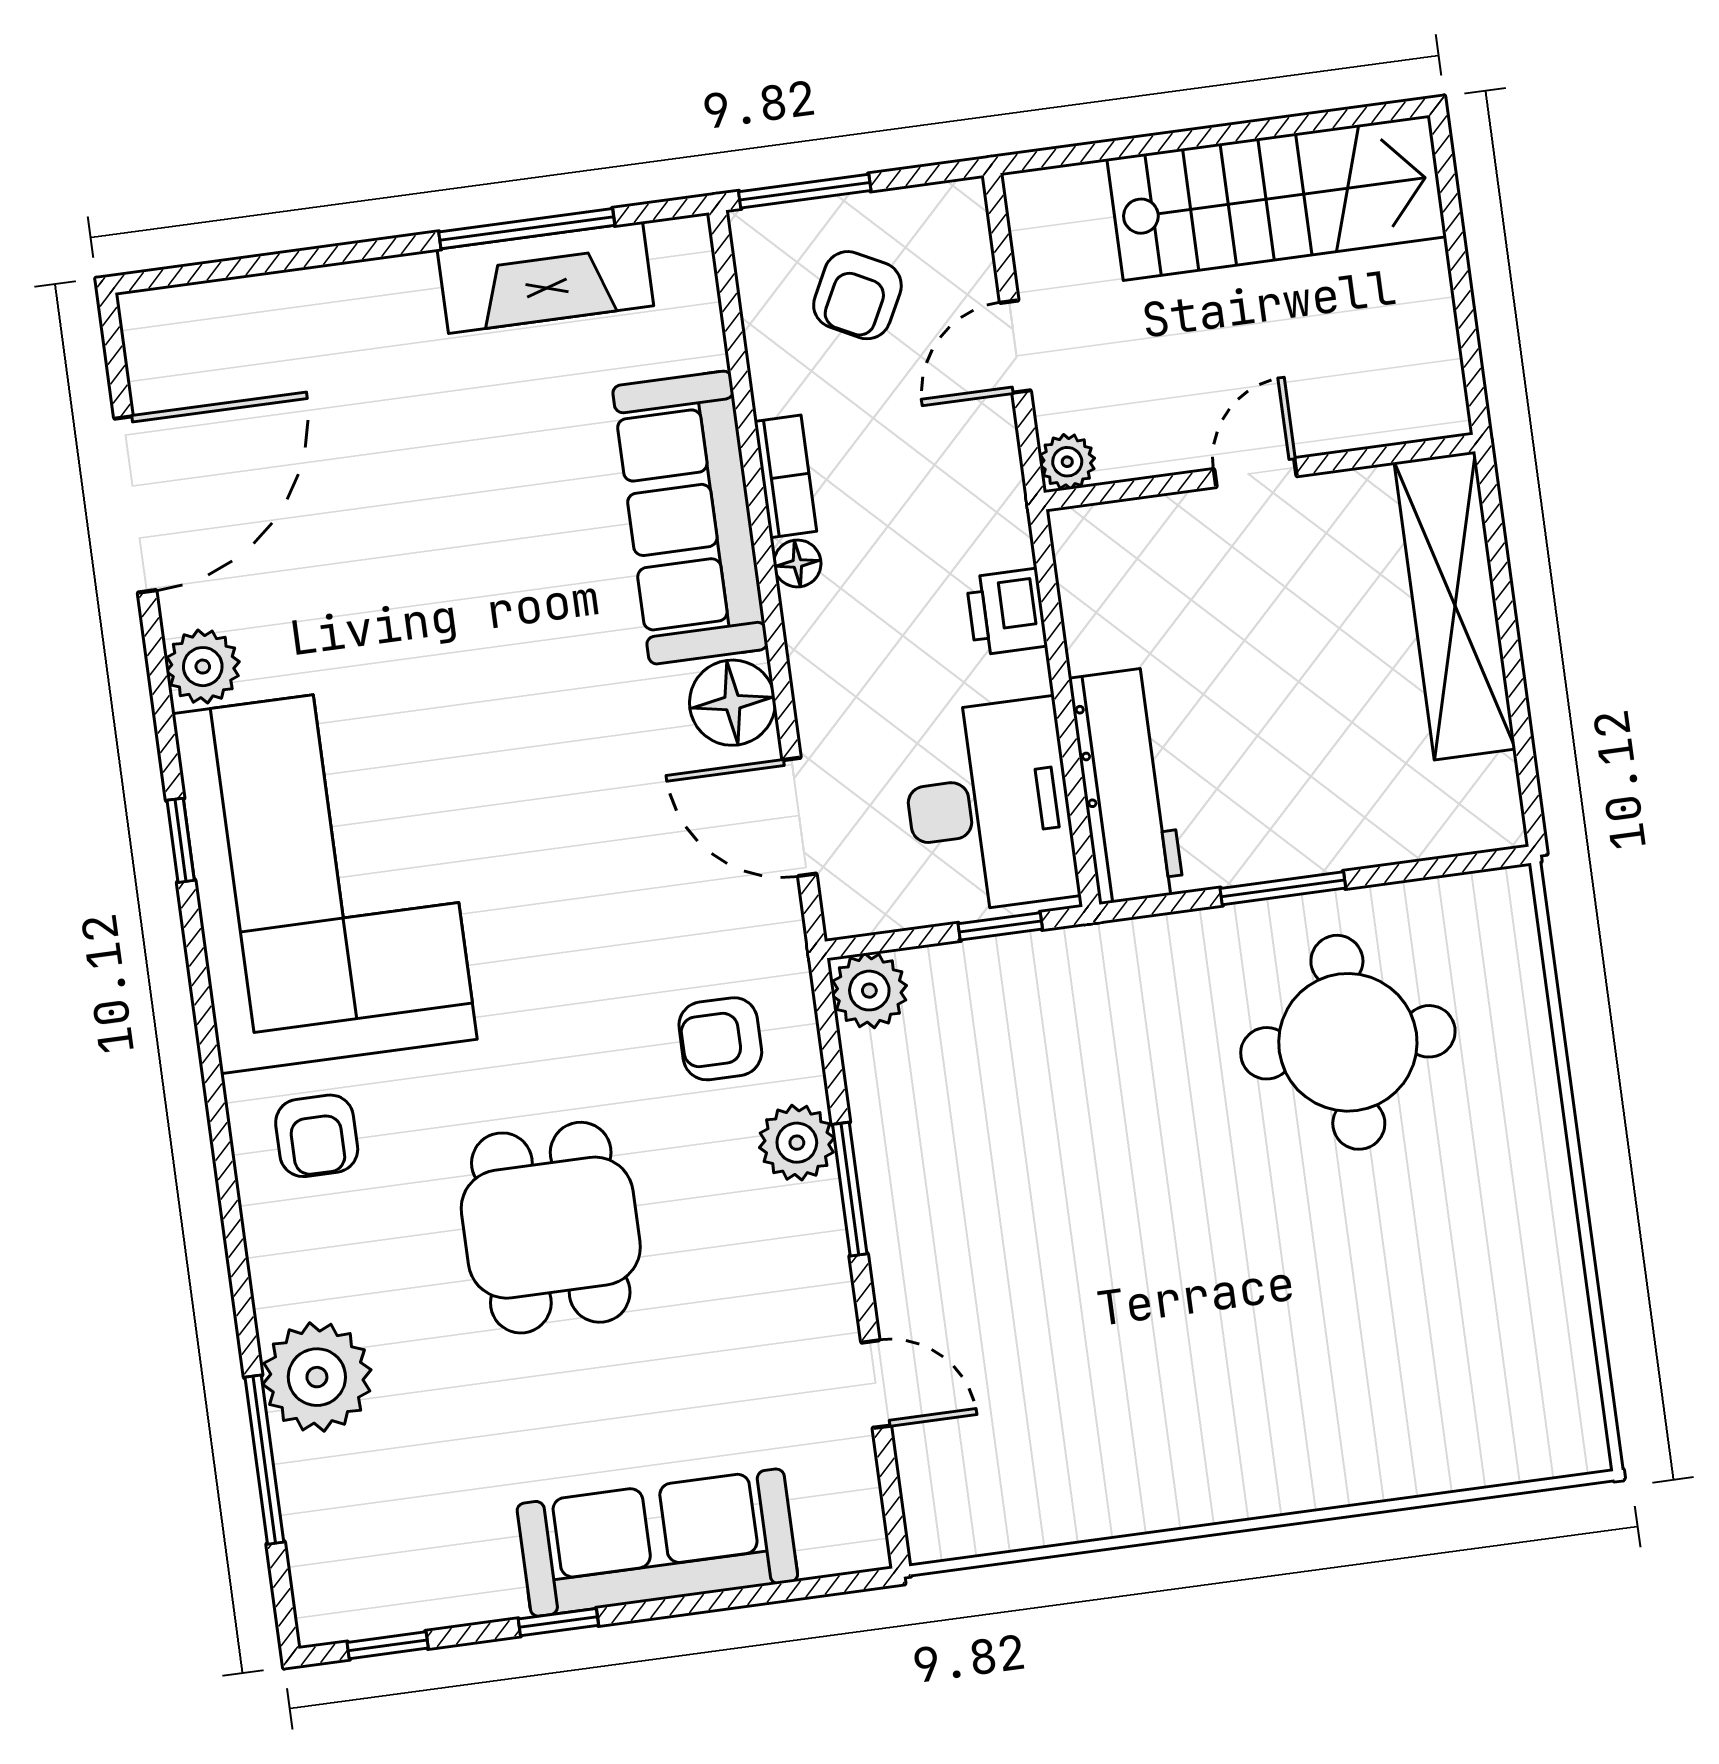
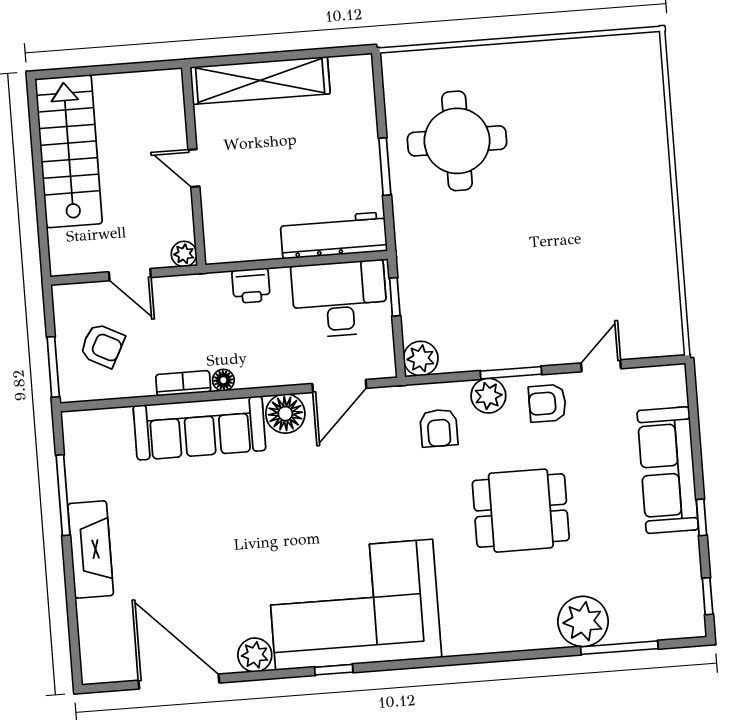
fireplace: (545, 277) -> (91, 550), moved
armchair: (317, 1136) -> (547, 403), moved, turned 180

